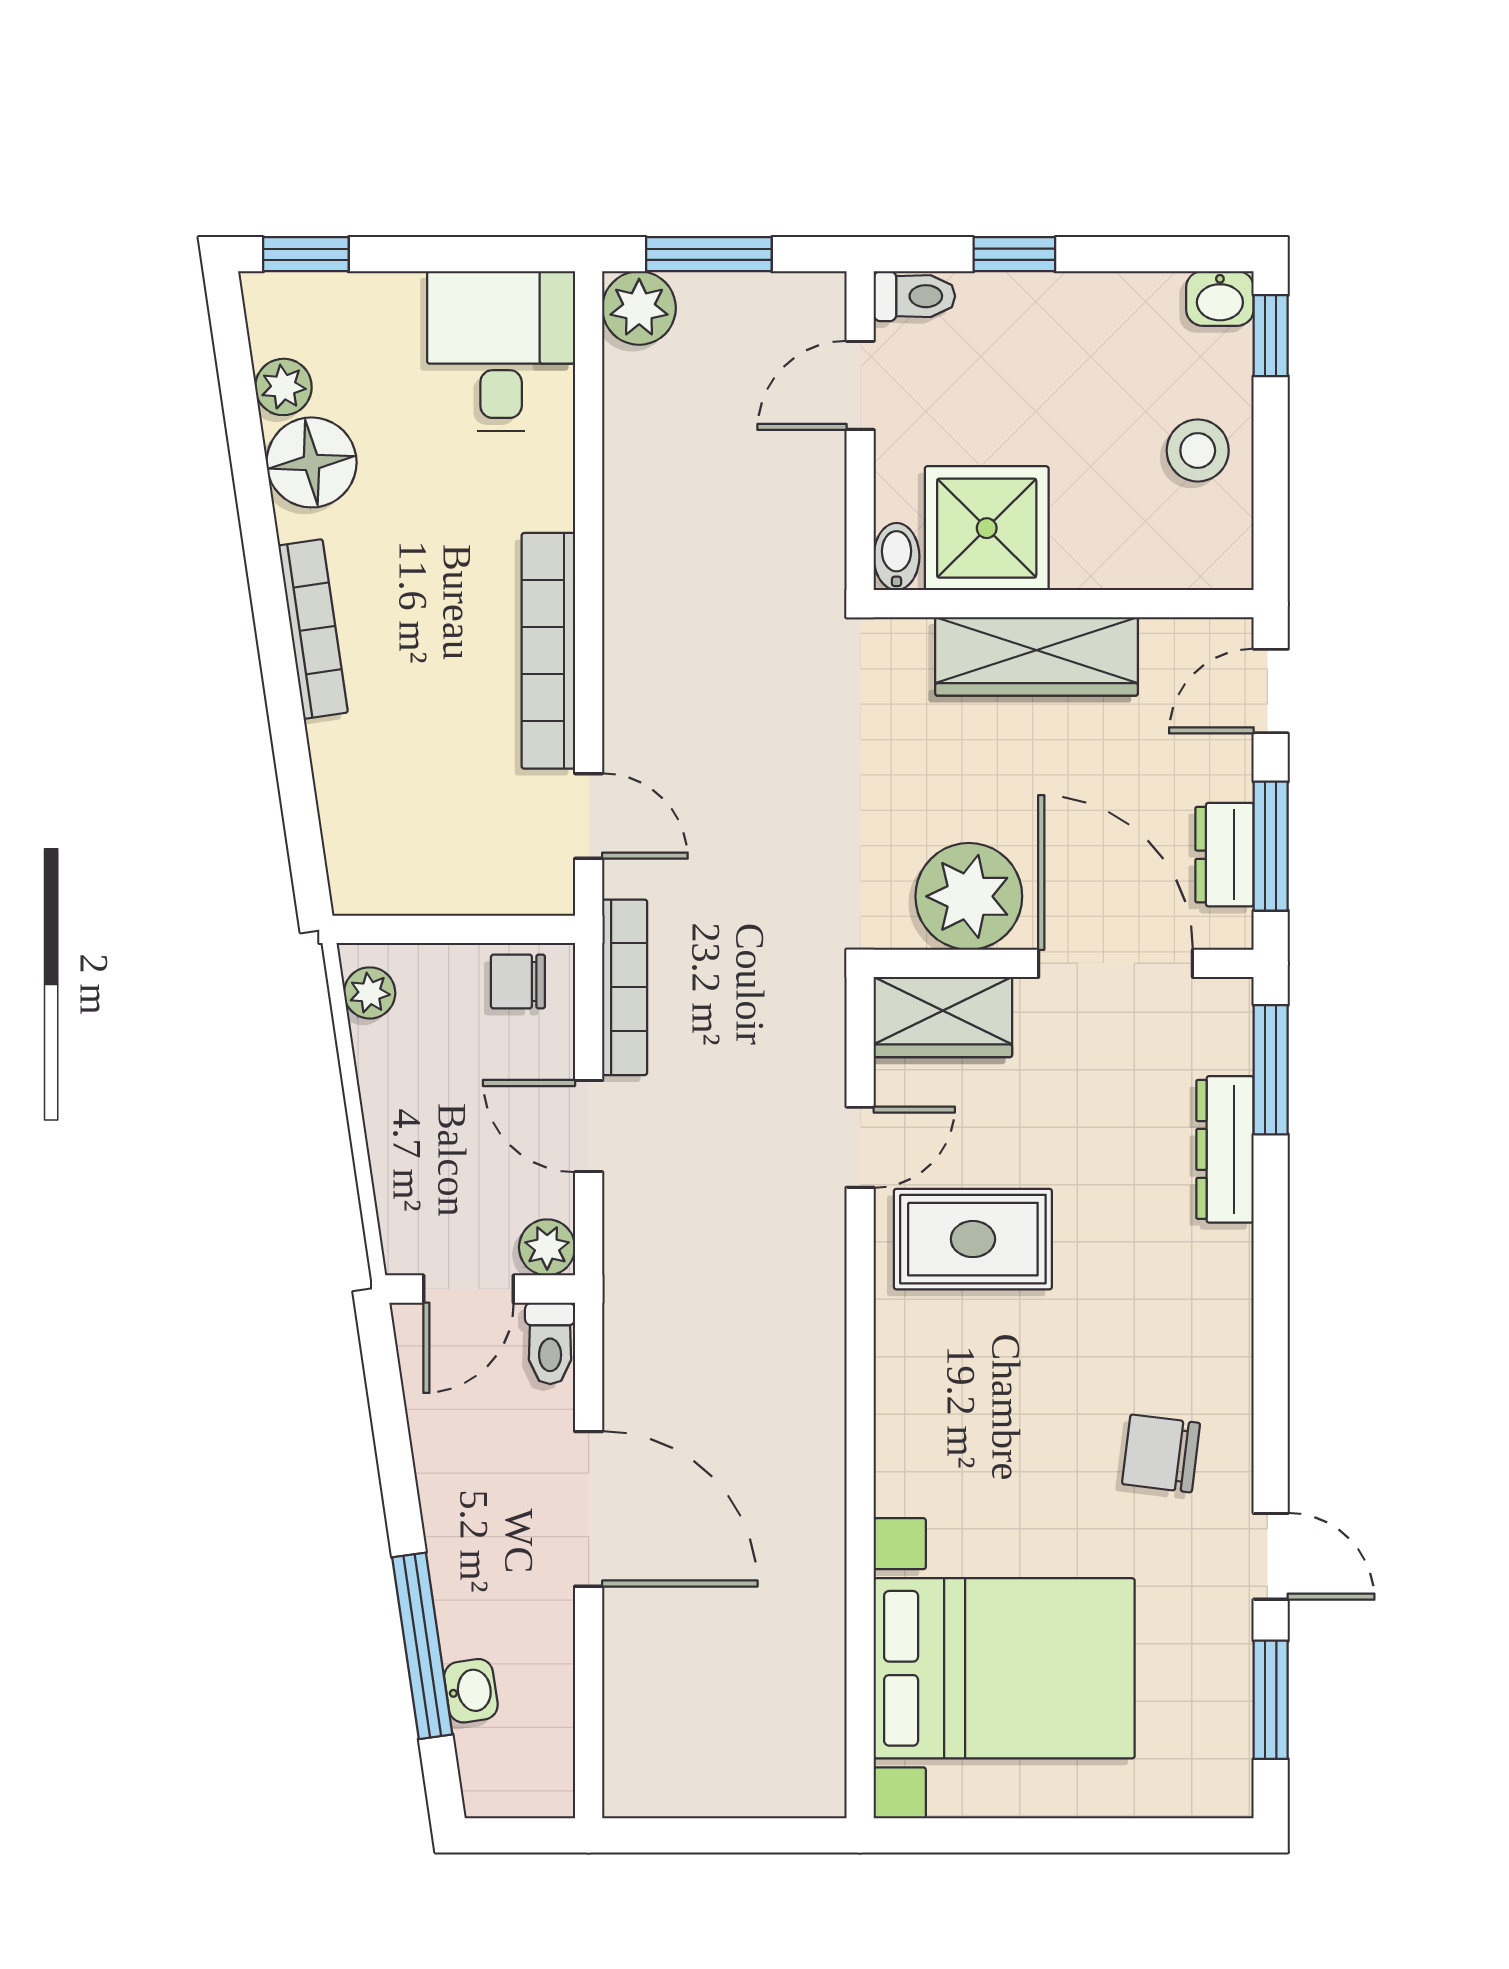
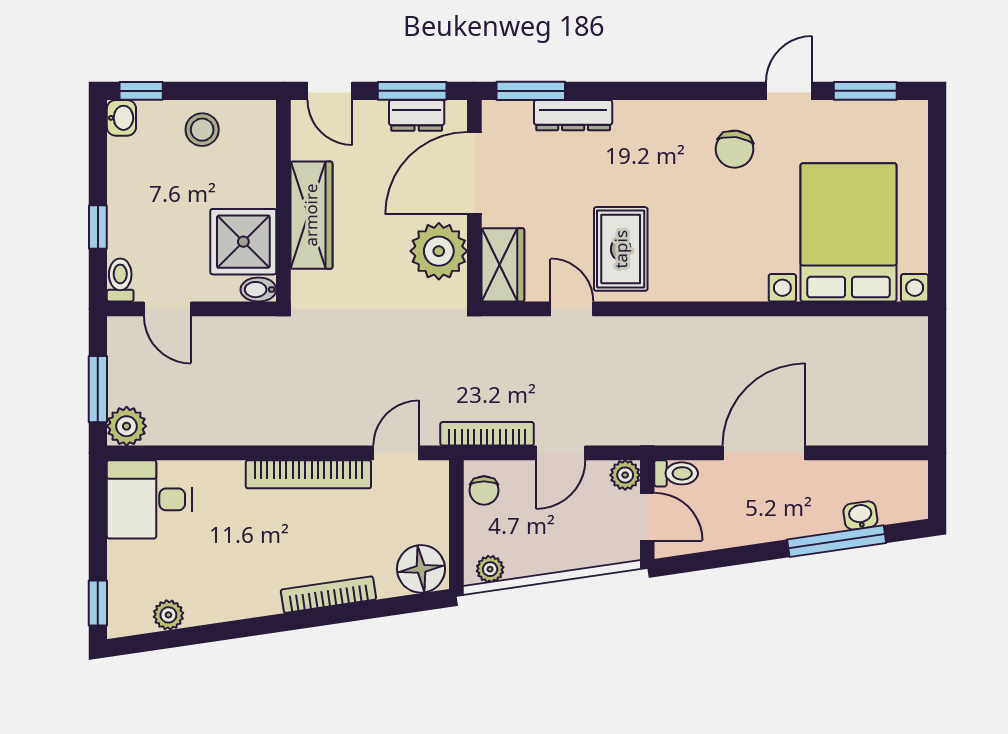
floor lamp: (311, 462) -> (421, 569), moved
bookcase: (313, 629) -> (328, 595), moved

